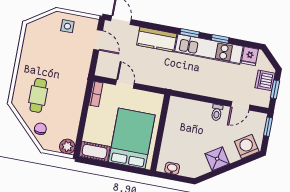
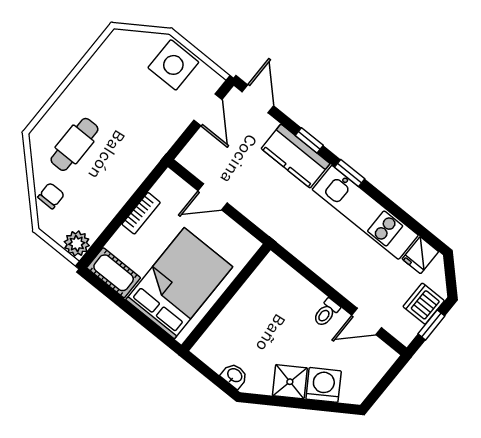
side table: (67, 26) -> (173, 65), width x1.87, depth x1.87
window: (220, 39) -> (309, 140), moved
door: (125, 84) -> (213, 197), swing flipped
bookcase: (96, 94) -> (141, 213), moved
window: (268, 127) -> (391, 375), removed
washing machine: (247, 146) -> (324, 385), moved
washbasin: (172, 168) -> (234, 376), moved

